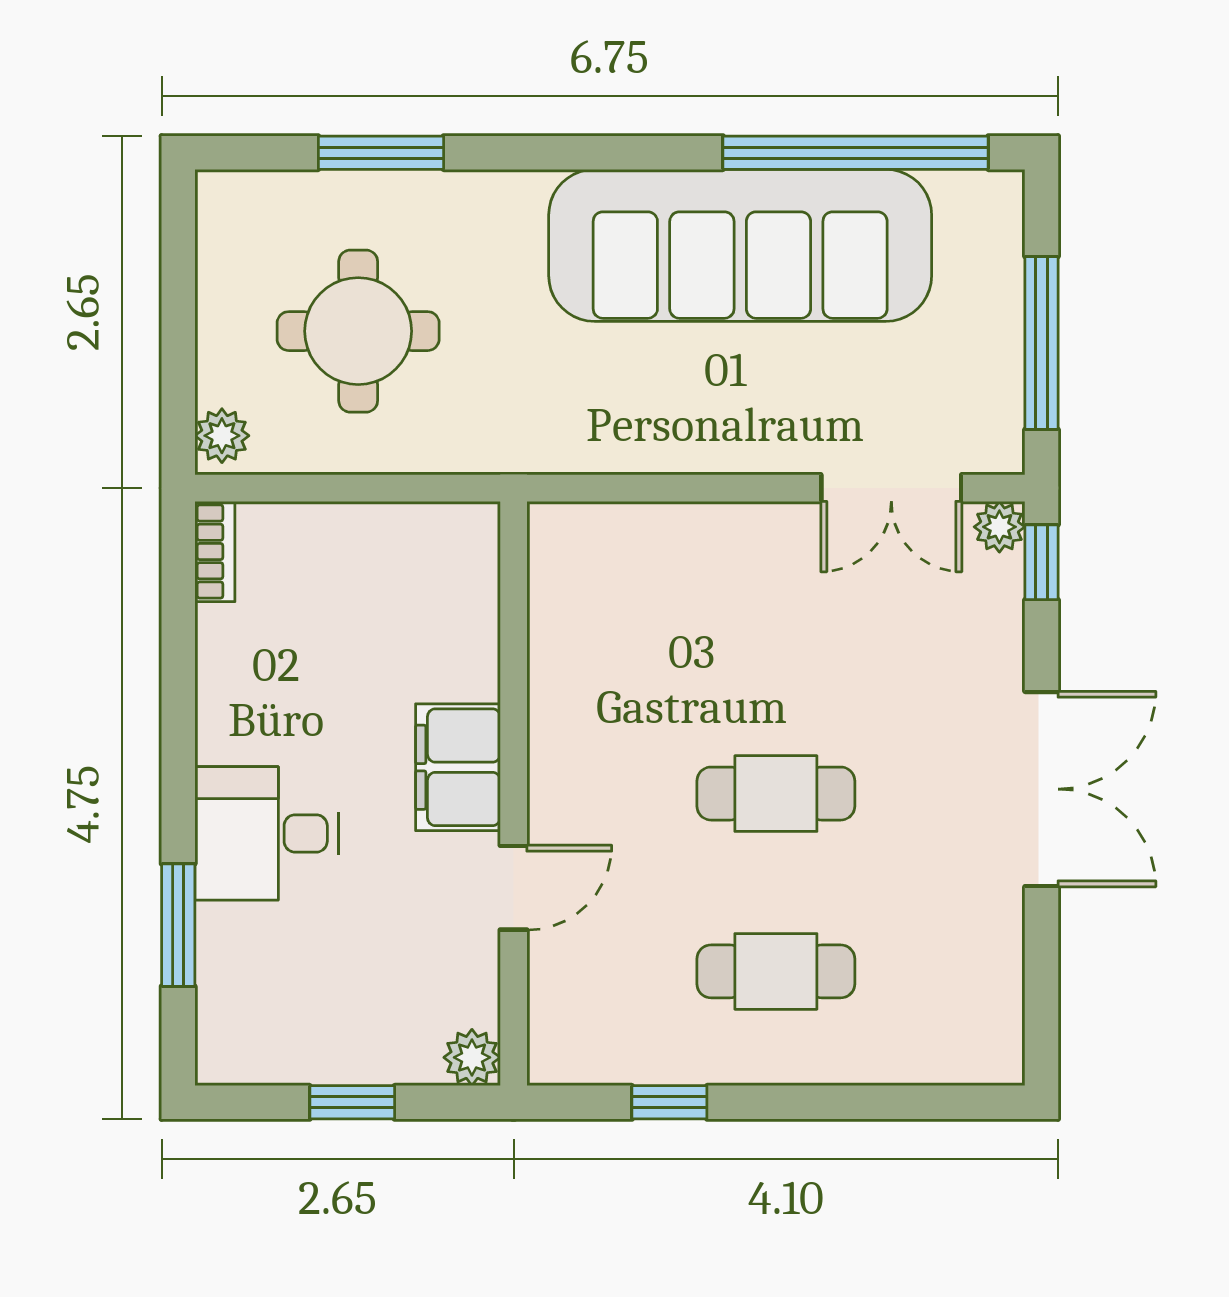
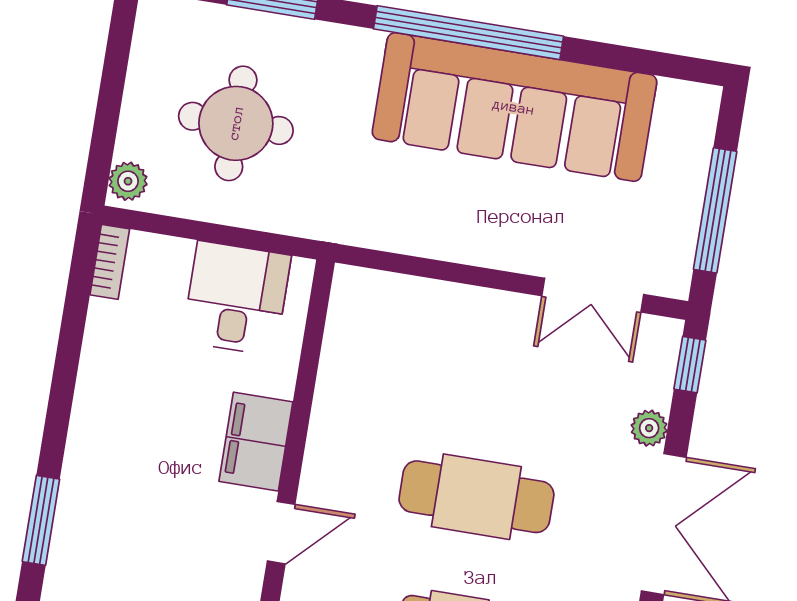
window: (856, 153) -> (469, 33), moved
plant: (999, 527) -> (649, 428), moved
cafe table: (776, 794) -> (476, 497), width x1.37, depth x1.35
desk: (267, 833) -> (236, 298), moved, turned 90

